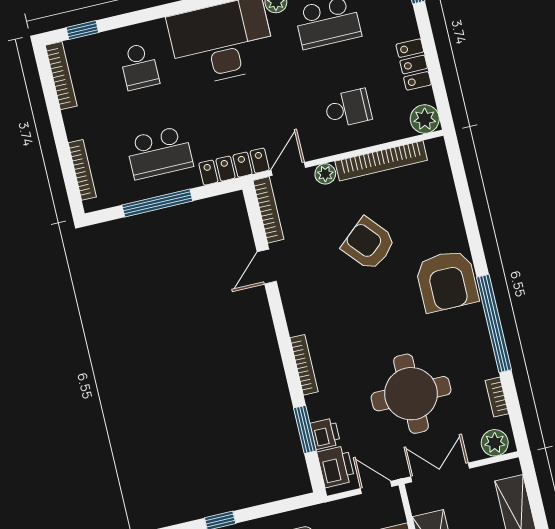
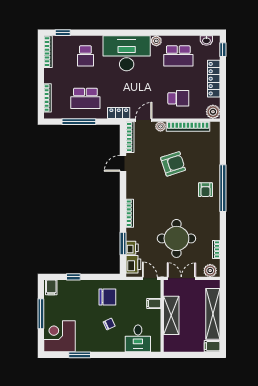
locker: (414, 65) -> (214, 79), width x1.53
locker: (234, 167) -> (119, 113), width x0.66
armchair: (369, 244) -> (173, 164), turned 113
armchair: (447, 281) -> (205, 190), width x0.53, depth x0.53
window: (494, 324) -> (223, 188), moved

